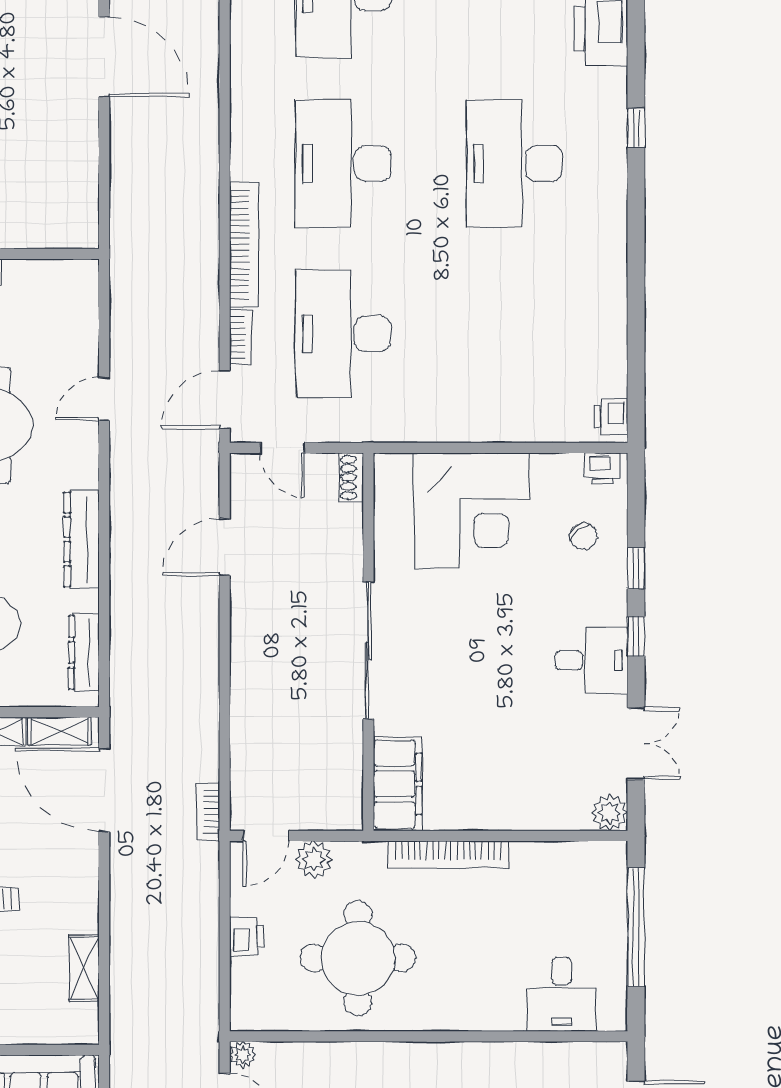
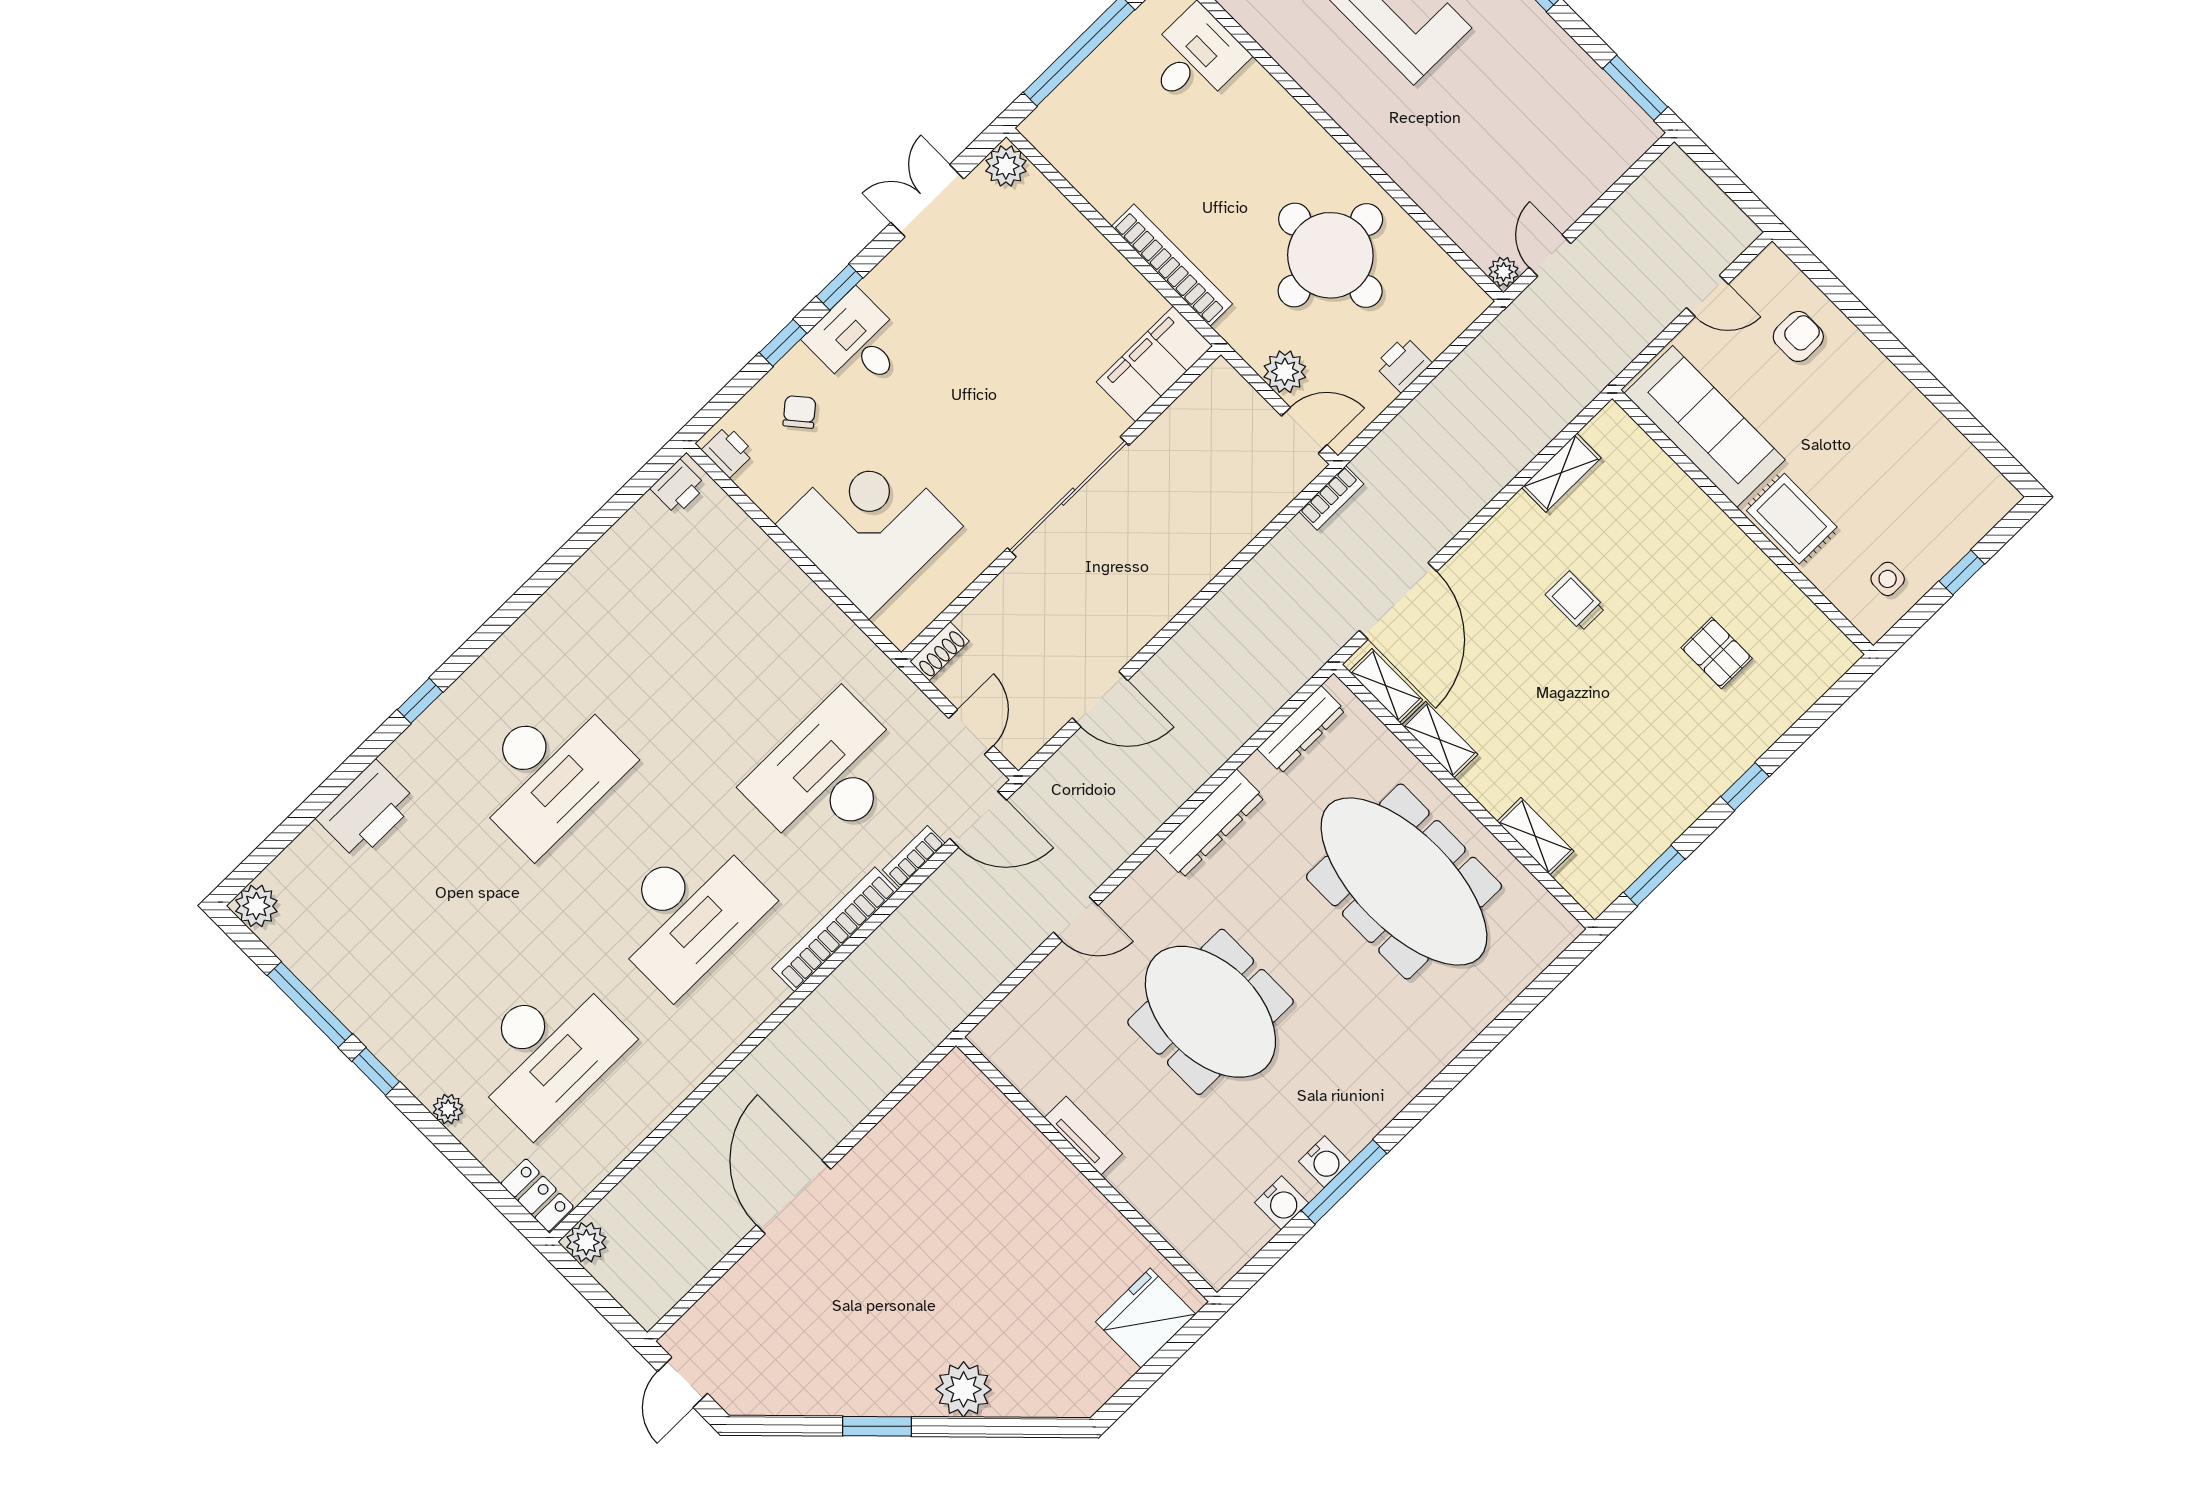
desk: (343, 334) -> (828, 775), turned 180
desk: (591, 660) -> (857, 342), moved

